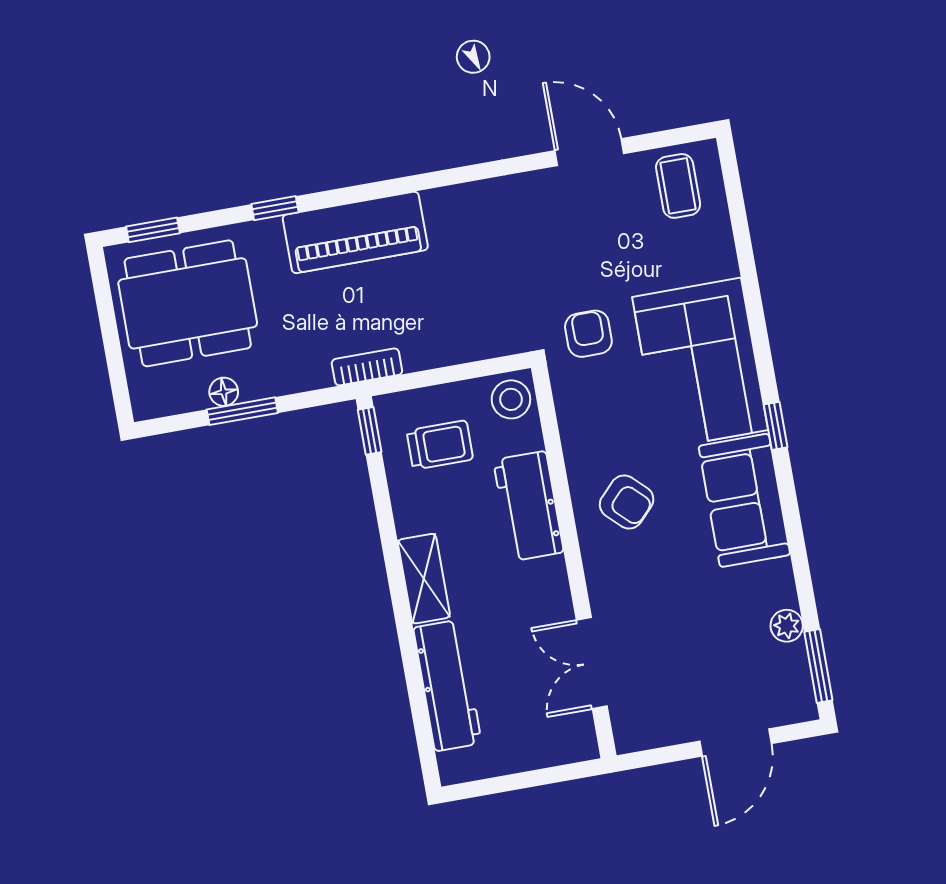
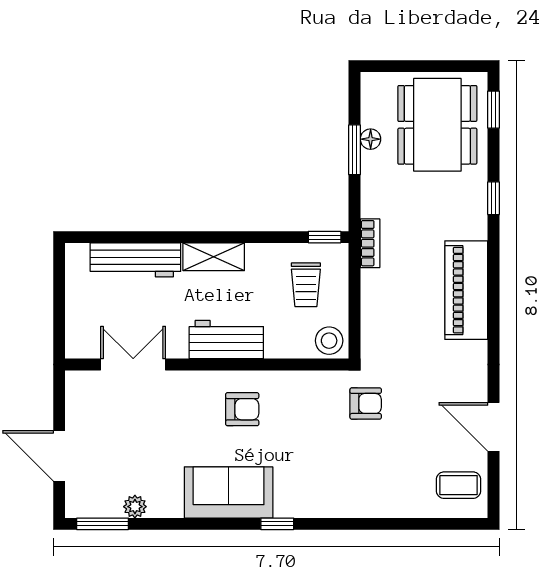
door: (589, 152) -> (494, 427), swing flipped
piano: (355, 232) -> (466, 290), moved
corner sofa: (700, 363) -> (331, 478), removed
armchair: (627, 502) -> (242, 409), turned -134
workbench: (529, 506) -> (226, 340), moved

